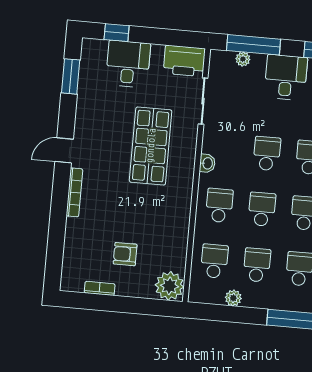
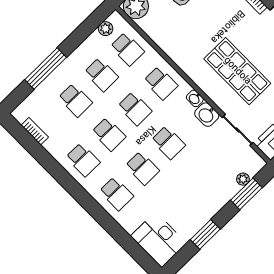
window: (253, 45) -> (246, 194), width x0.69
desk: (286, 77) -> (207, 197), removed
washbasin: (213, 140) -> (207, 115), added
plant: (233, 298) -> (106, 29), moved

